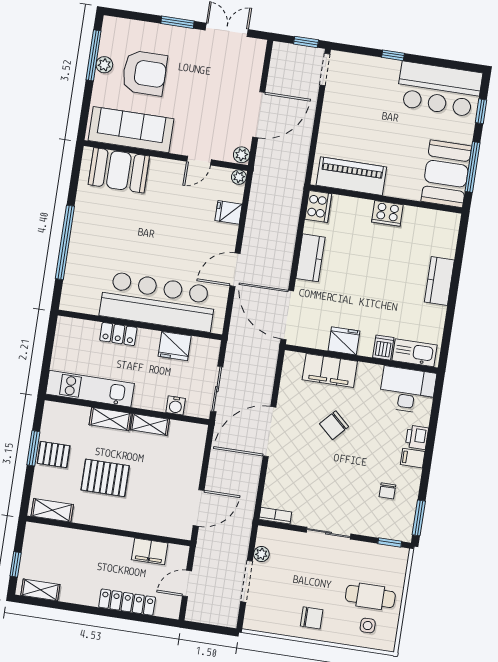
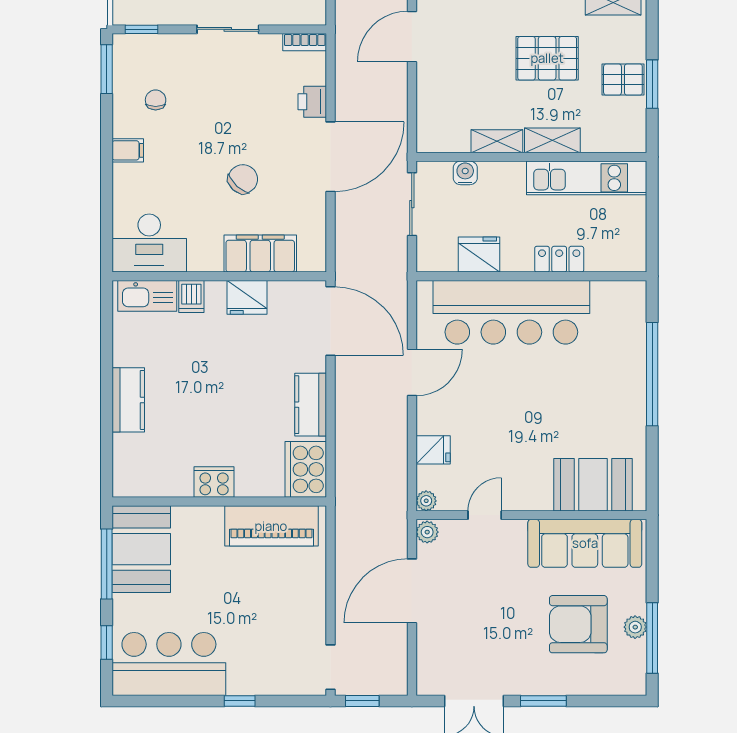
cooker: (318, 206) -> (306, 469), width x1.37, depth x1.31
printer: (417, 437) -> (312, 102), moved, turned 180

